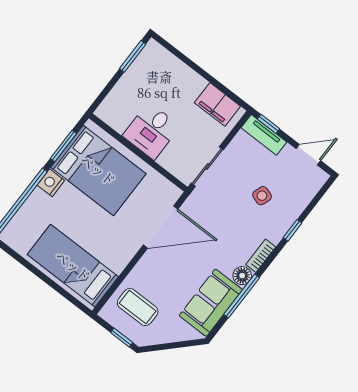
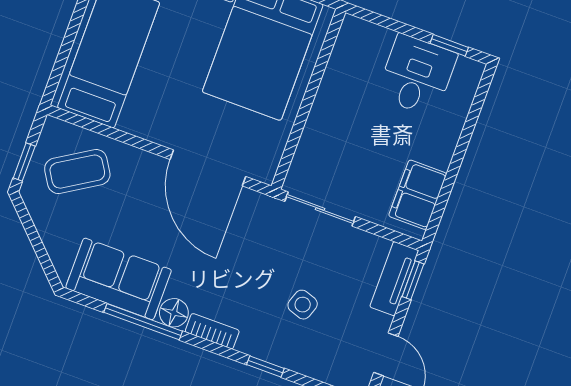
window: (133, 56) -> (449, 45), width x0.67
desk: (151, 131) -> (417, 75), moved, turned 90
coffee table: (138, 307) -> (77, 172), turned 58

